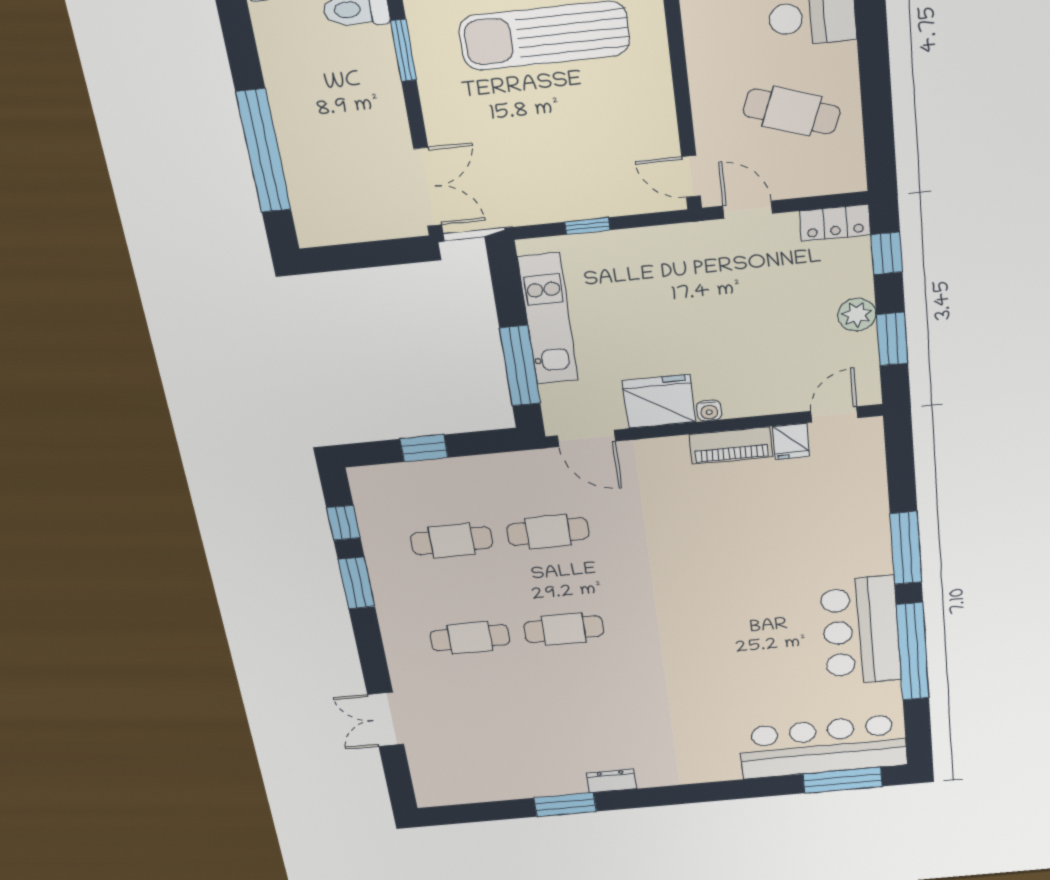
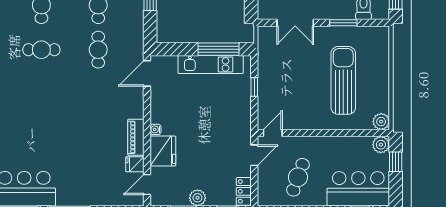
double door: (428, 187) -> (295, 23), moved
window: (520, 366) -> (218, 49), moved
fridge: (659, 401) -> (163, 151), moved
door: (834, 414) -> (147, 185), swing flipped
cafe table: (564, 629) -> (41, 50), turned 90

